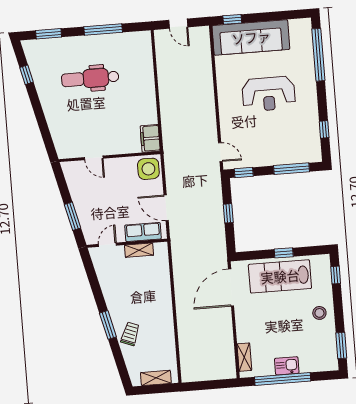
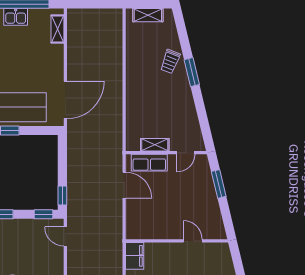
side table: (148, 169) -> (139, 226), removed
window: (228, 213) -> (62, 195), moved

